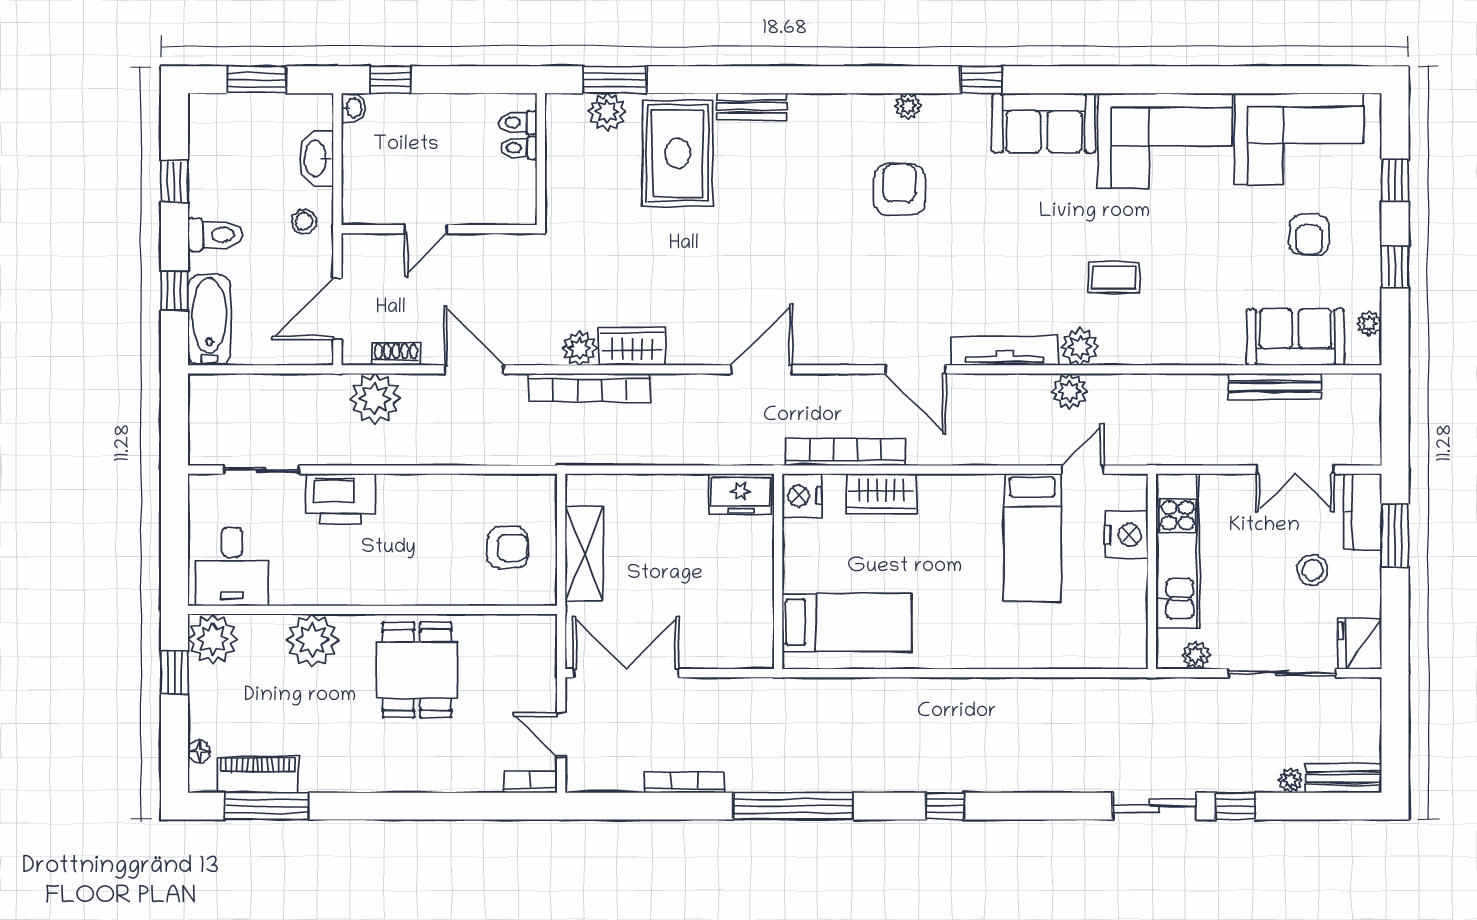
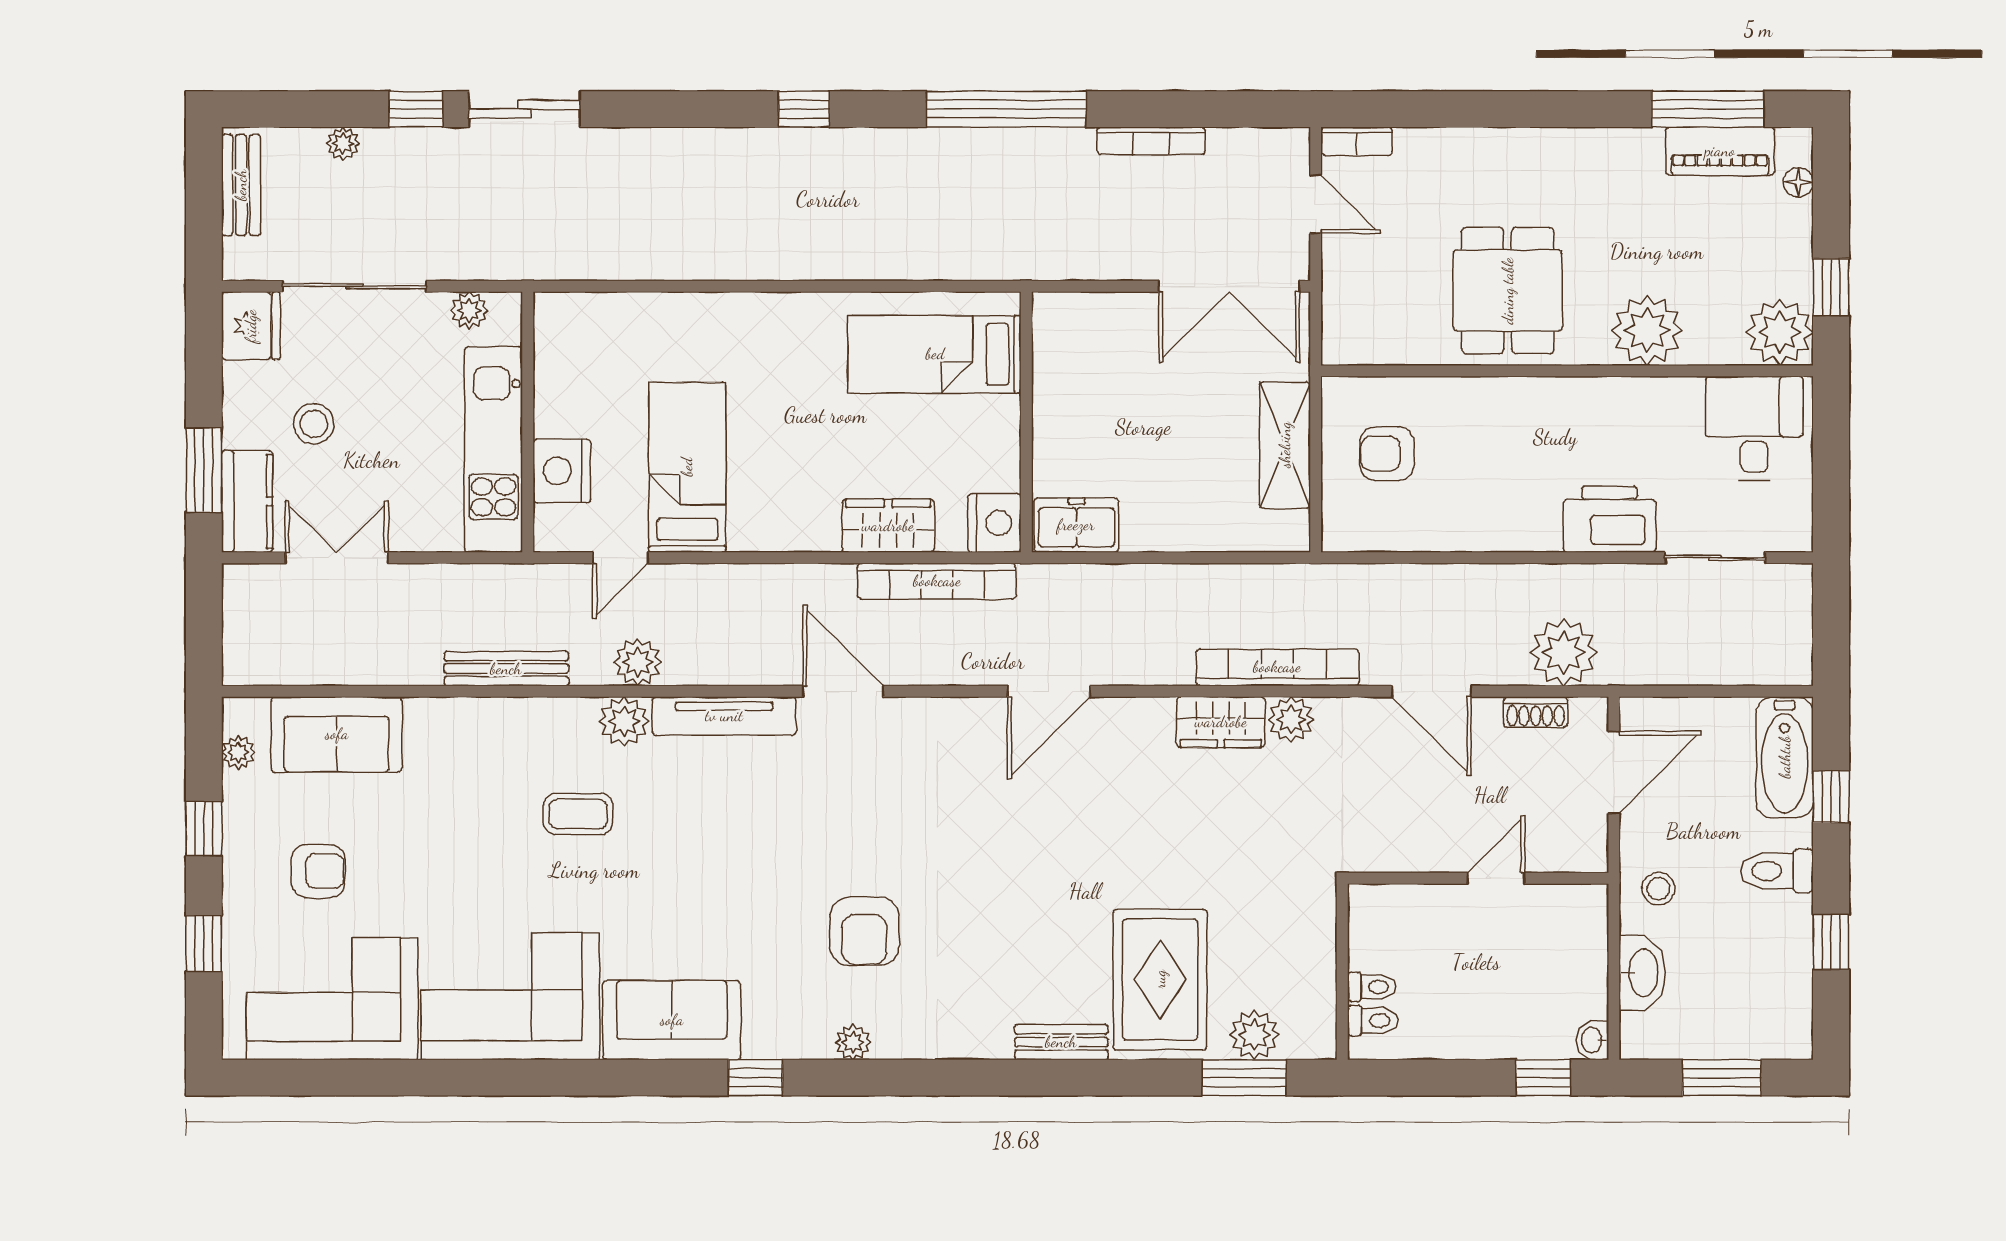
armchair: (1309, 235) -> (318, 871), turned 90
bench: (1275, 387) -> (506, 669), moved
bench: (1344, 778) -> (241, 185), moved, turned 90

